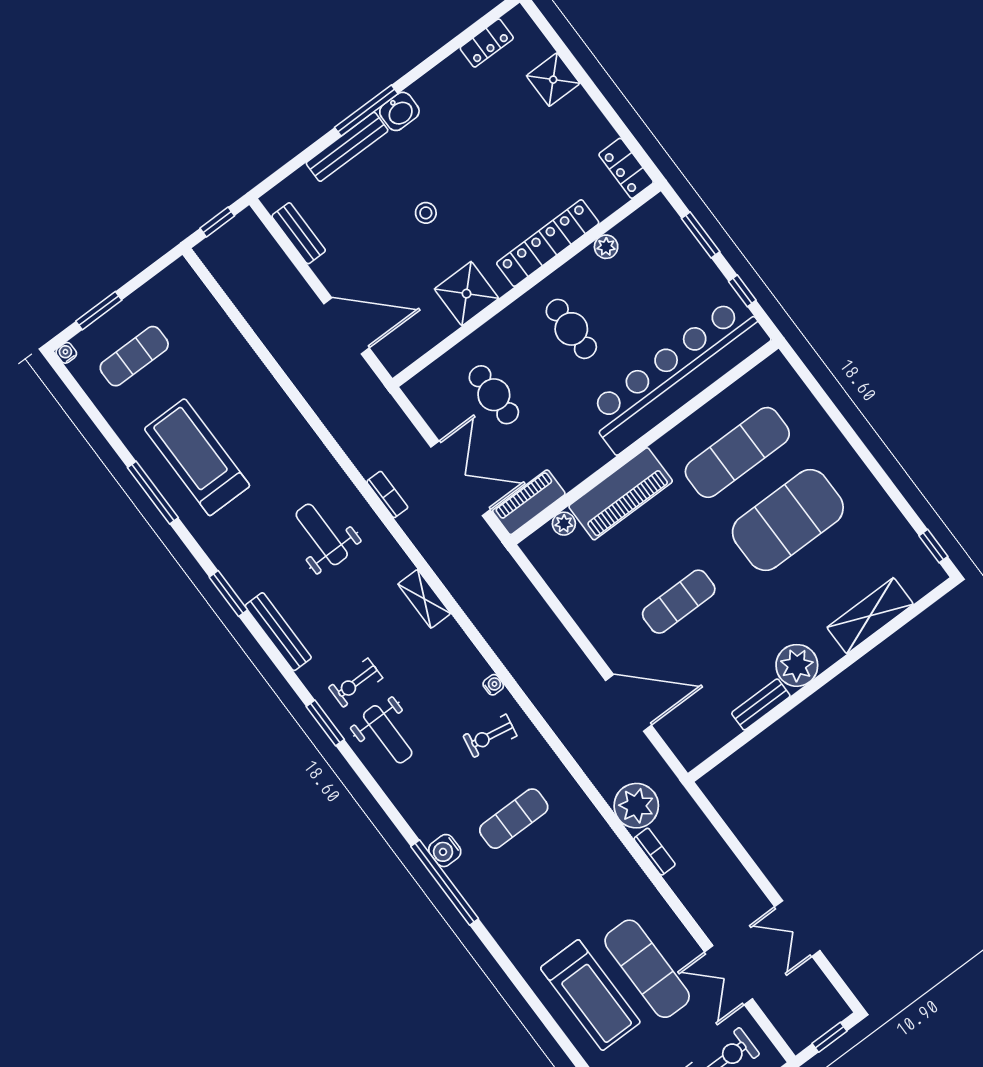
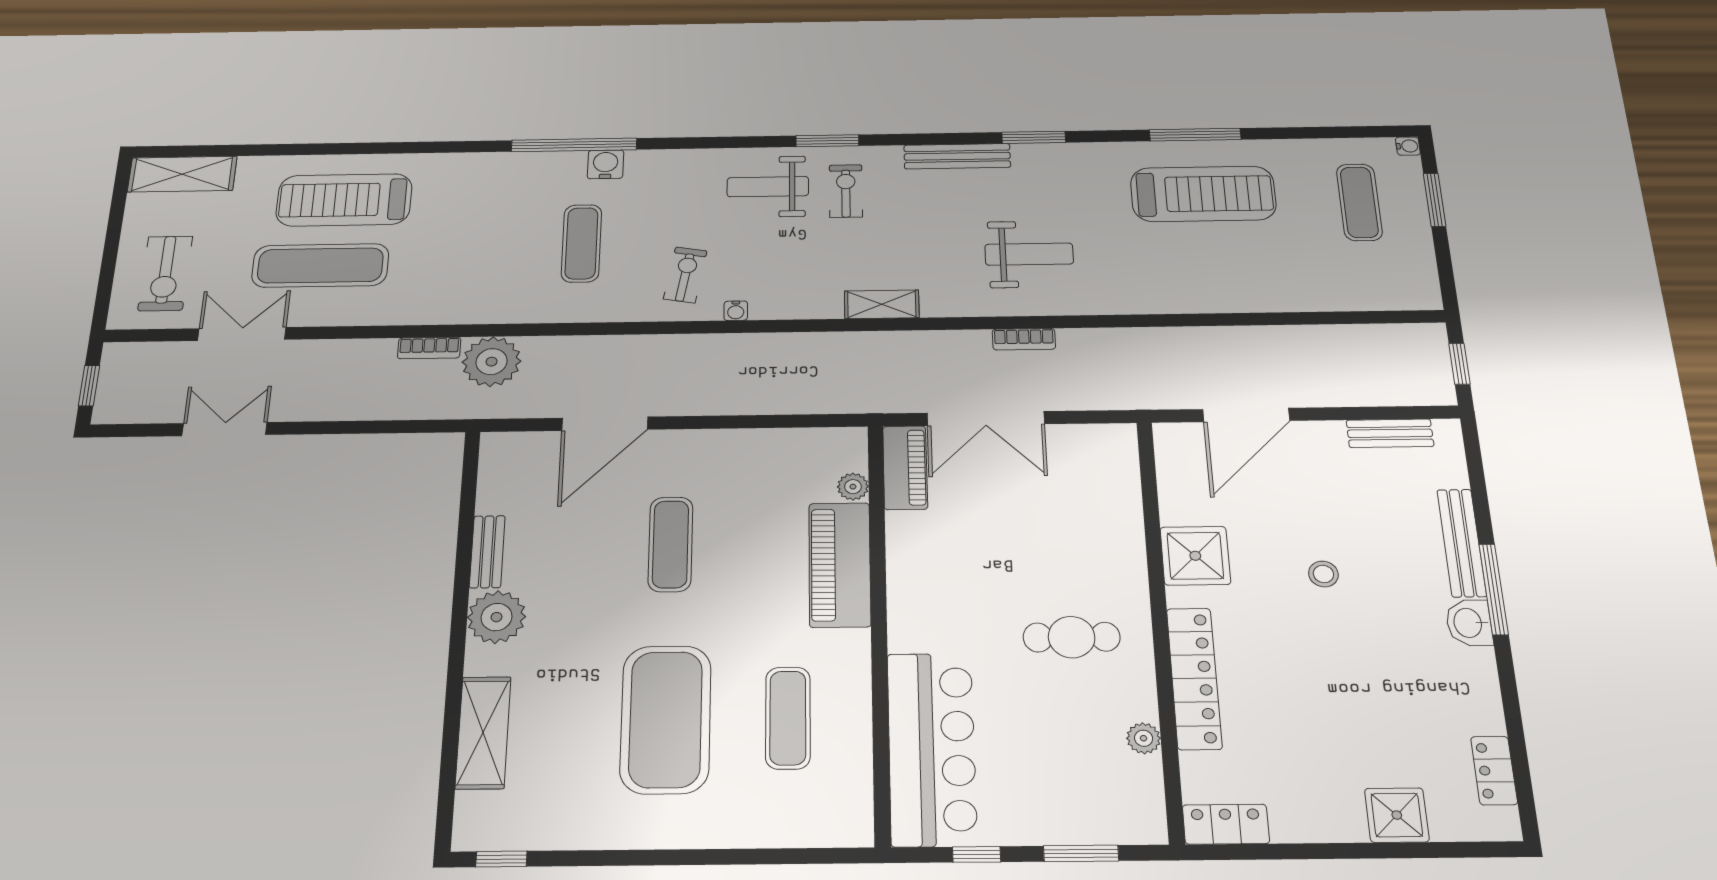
bar counter: (677, 375) -> (932, 748), width x0.73
cafe table: (494, 395) -> (1055, 510), removed
exercise mat: (737, 452) -> (788, 718), width x0.73, depth x0.69

